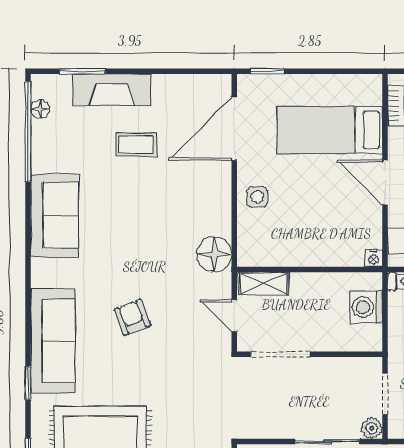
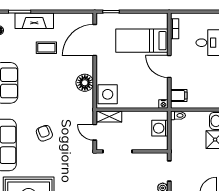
side table: (257, 197) -> (108, 94), moved, width x1.87, depth x1.87
floor lamp: (214, 254) -> (85, 83), moved

